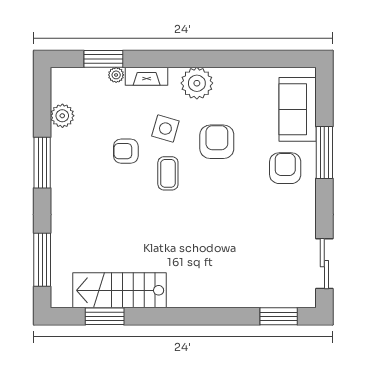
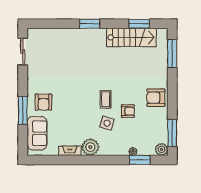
fireplace: (147, 76) -> (70, 151), moved
plant: (62, 116) -> (162, 149), moved
armchair: (217, 142) -> (156, 98), moved, turned 90
window: (42, 163) -> (172, 133), moved
window: (279, 316) -> (90, 24), moved

